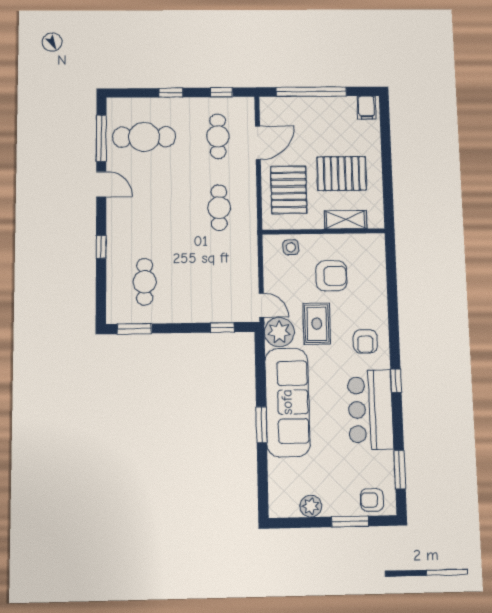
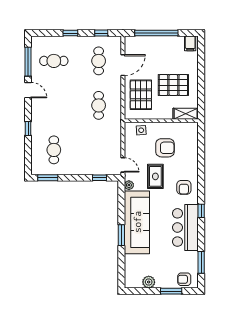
cafe table: (144, 137) -> (54, 61), width x0.73, depth x0.74
shelving: (346, 220) -> (186, 114), moved
plant: (279, 332) -> (129, 185), width x0.53, depth x0.53

